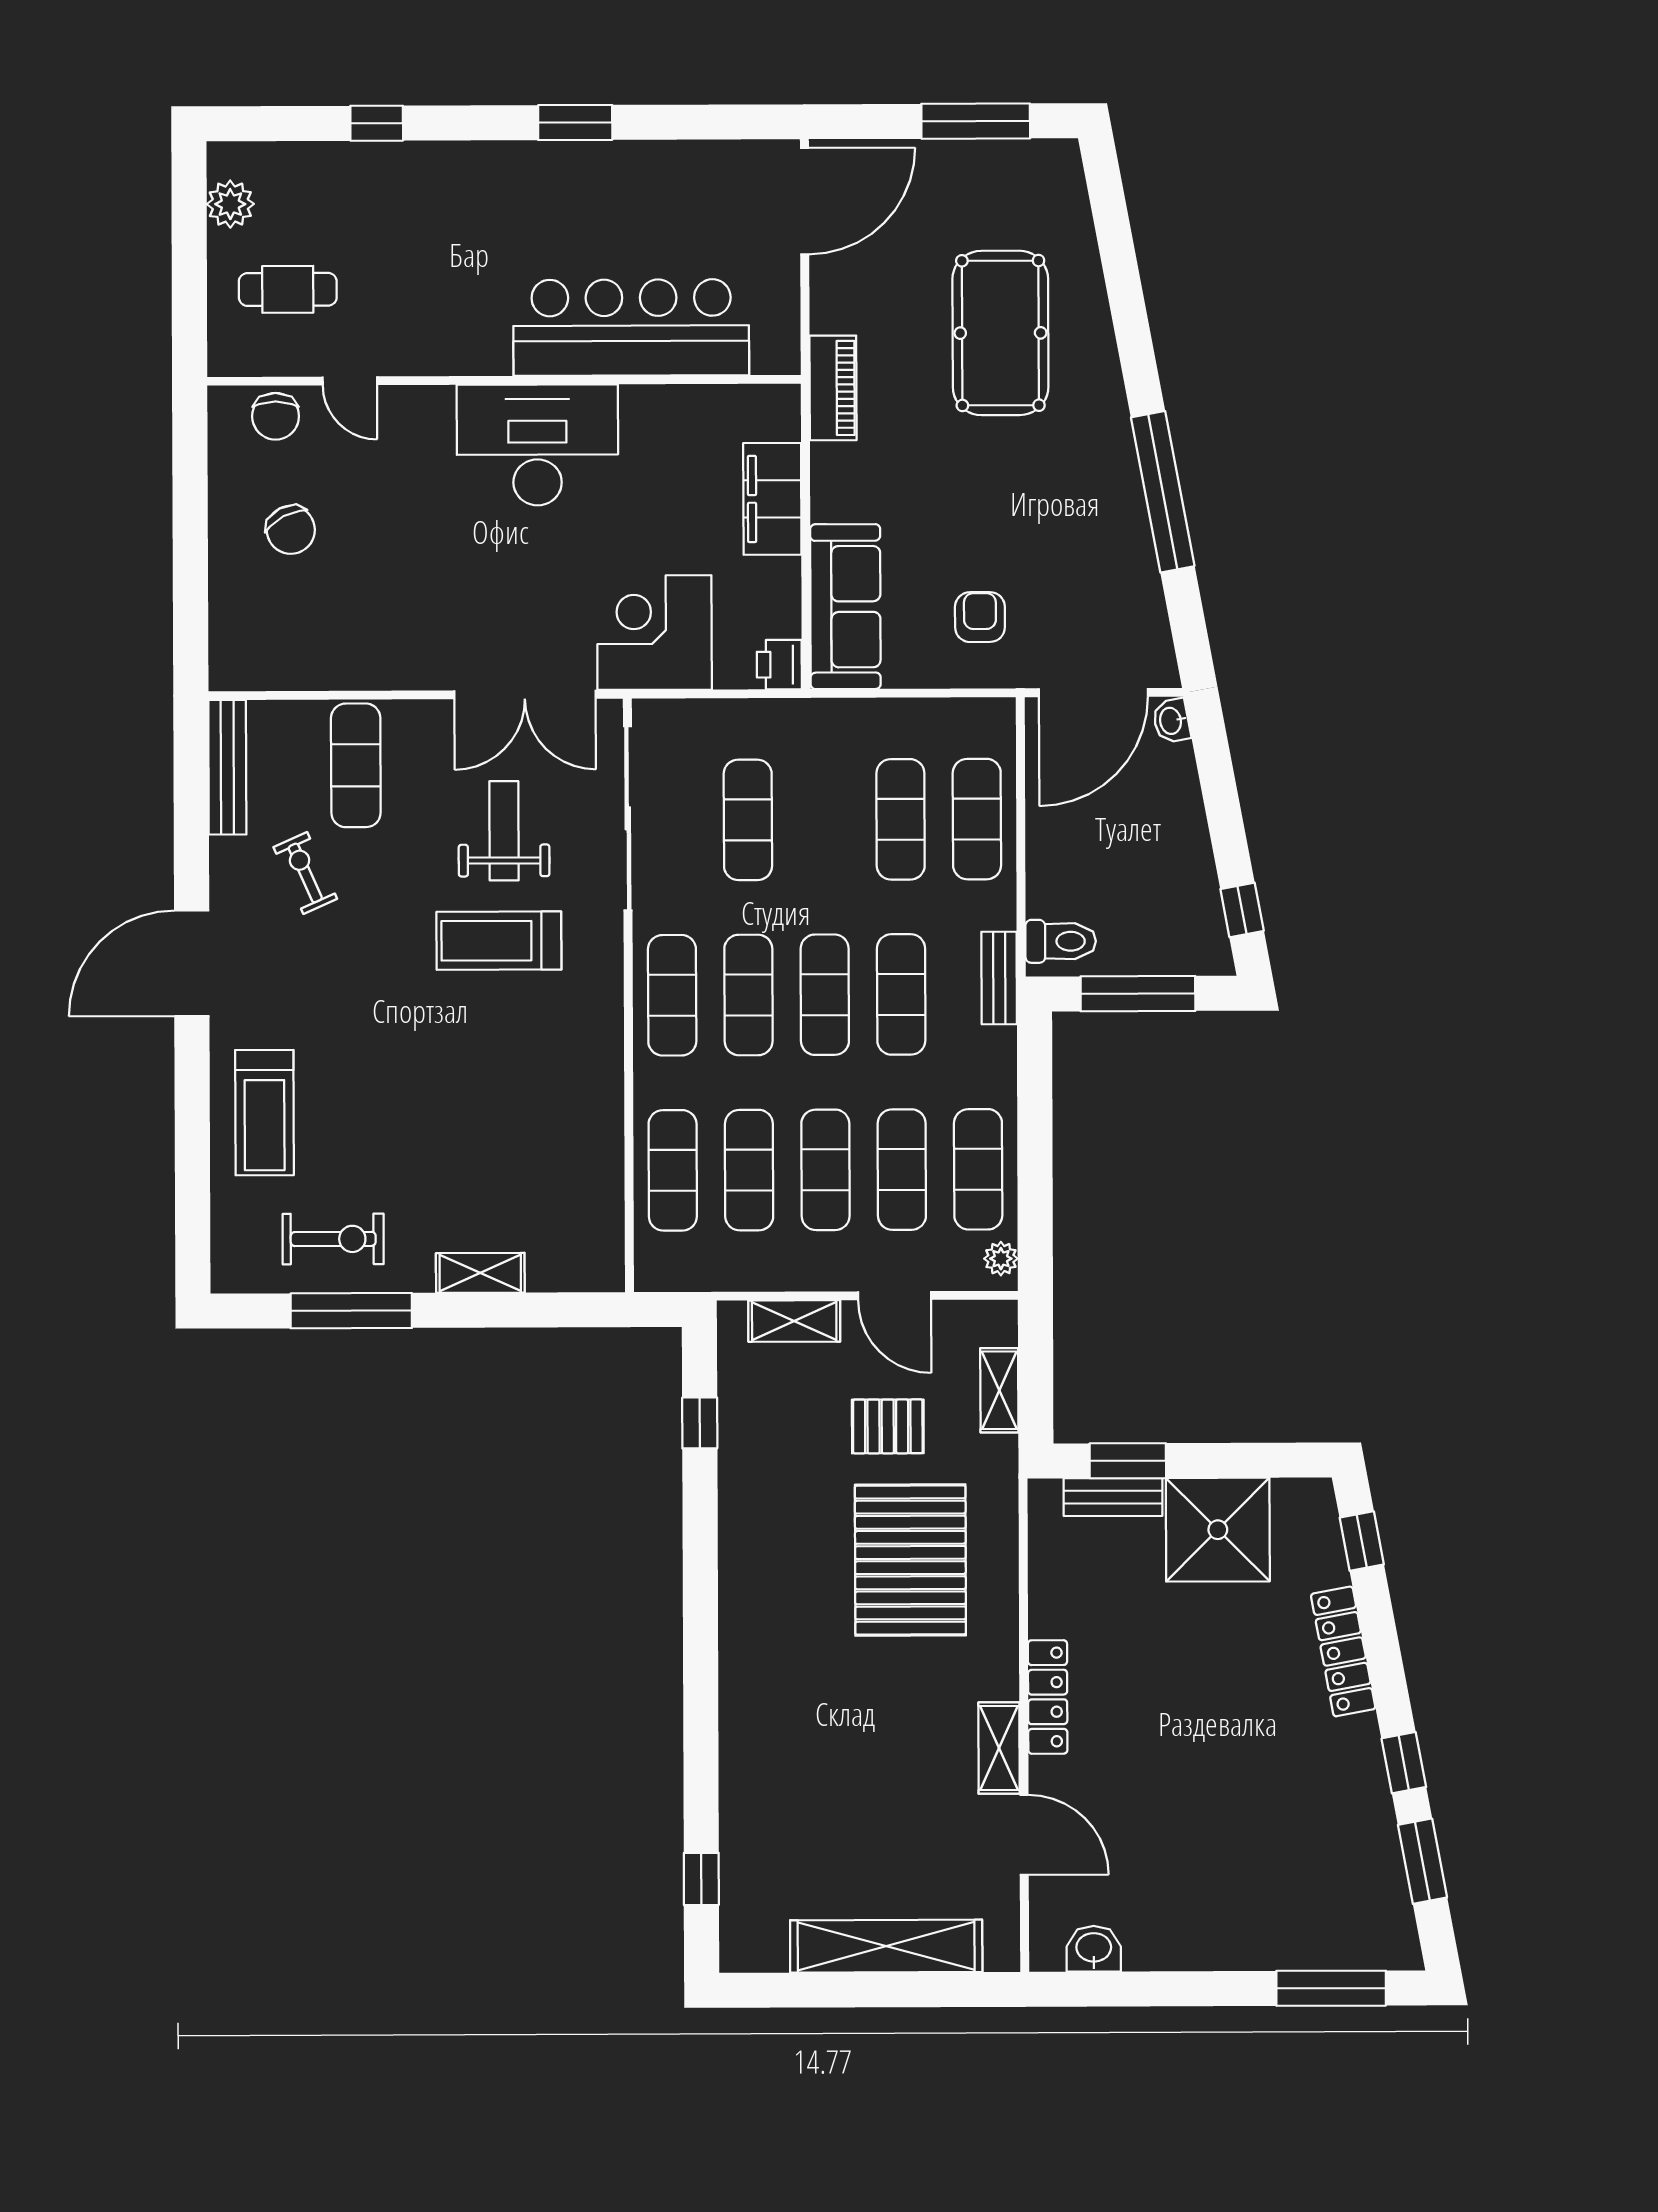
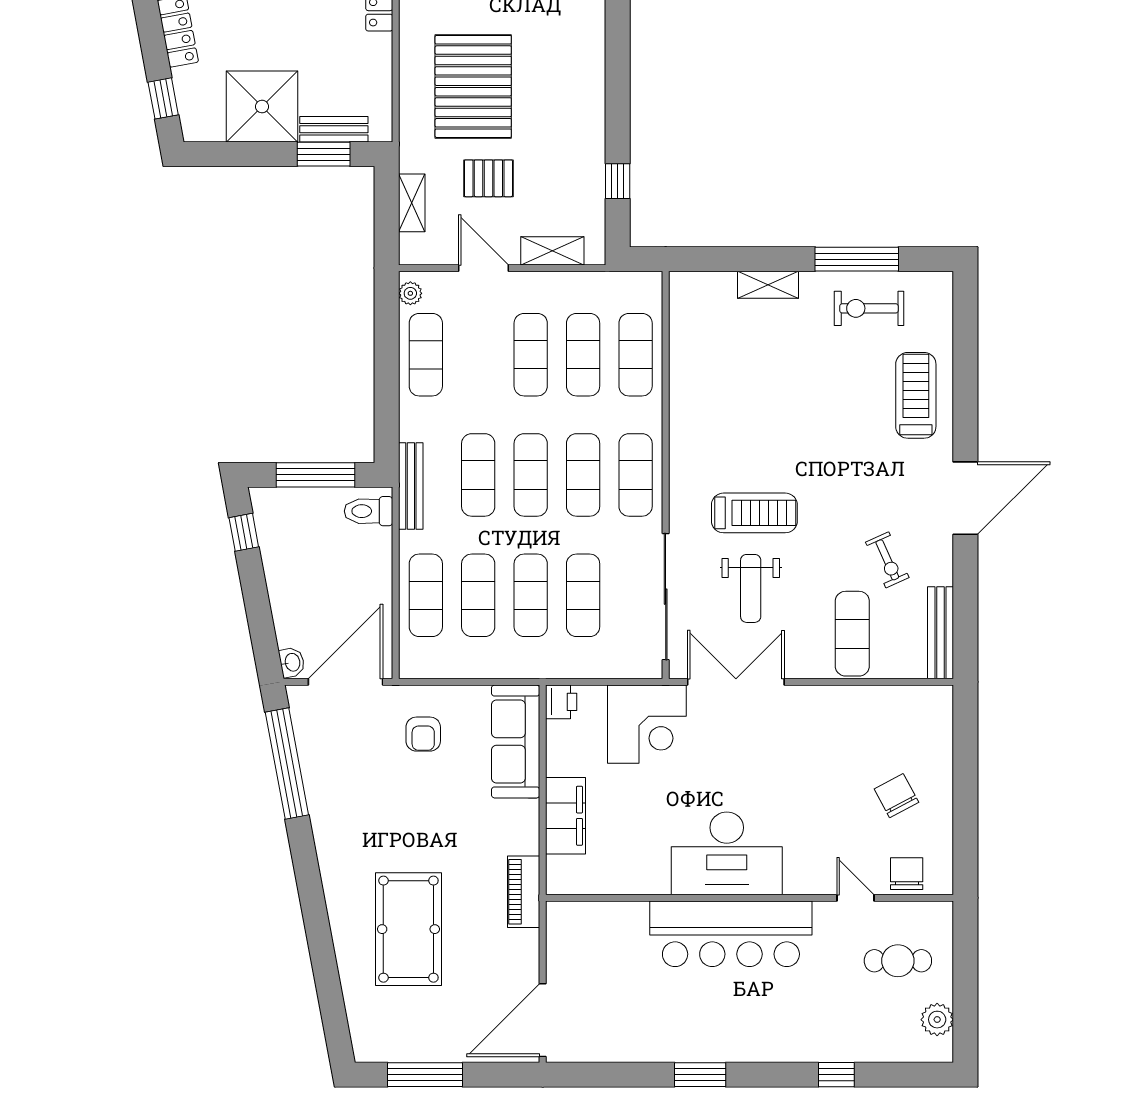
bar counter: (631, 328) -> (731, 934), moved
window: (1163, 492) -> (287, 764), moved
bench: (999, 978) -> (411, 486), width x1.36
exercise mat: (902, 1170) -> (531, 595), moved

